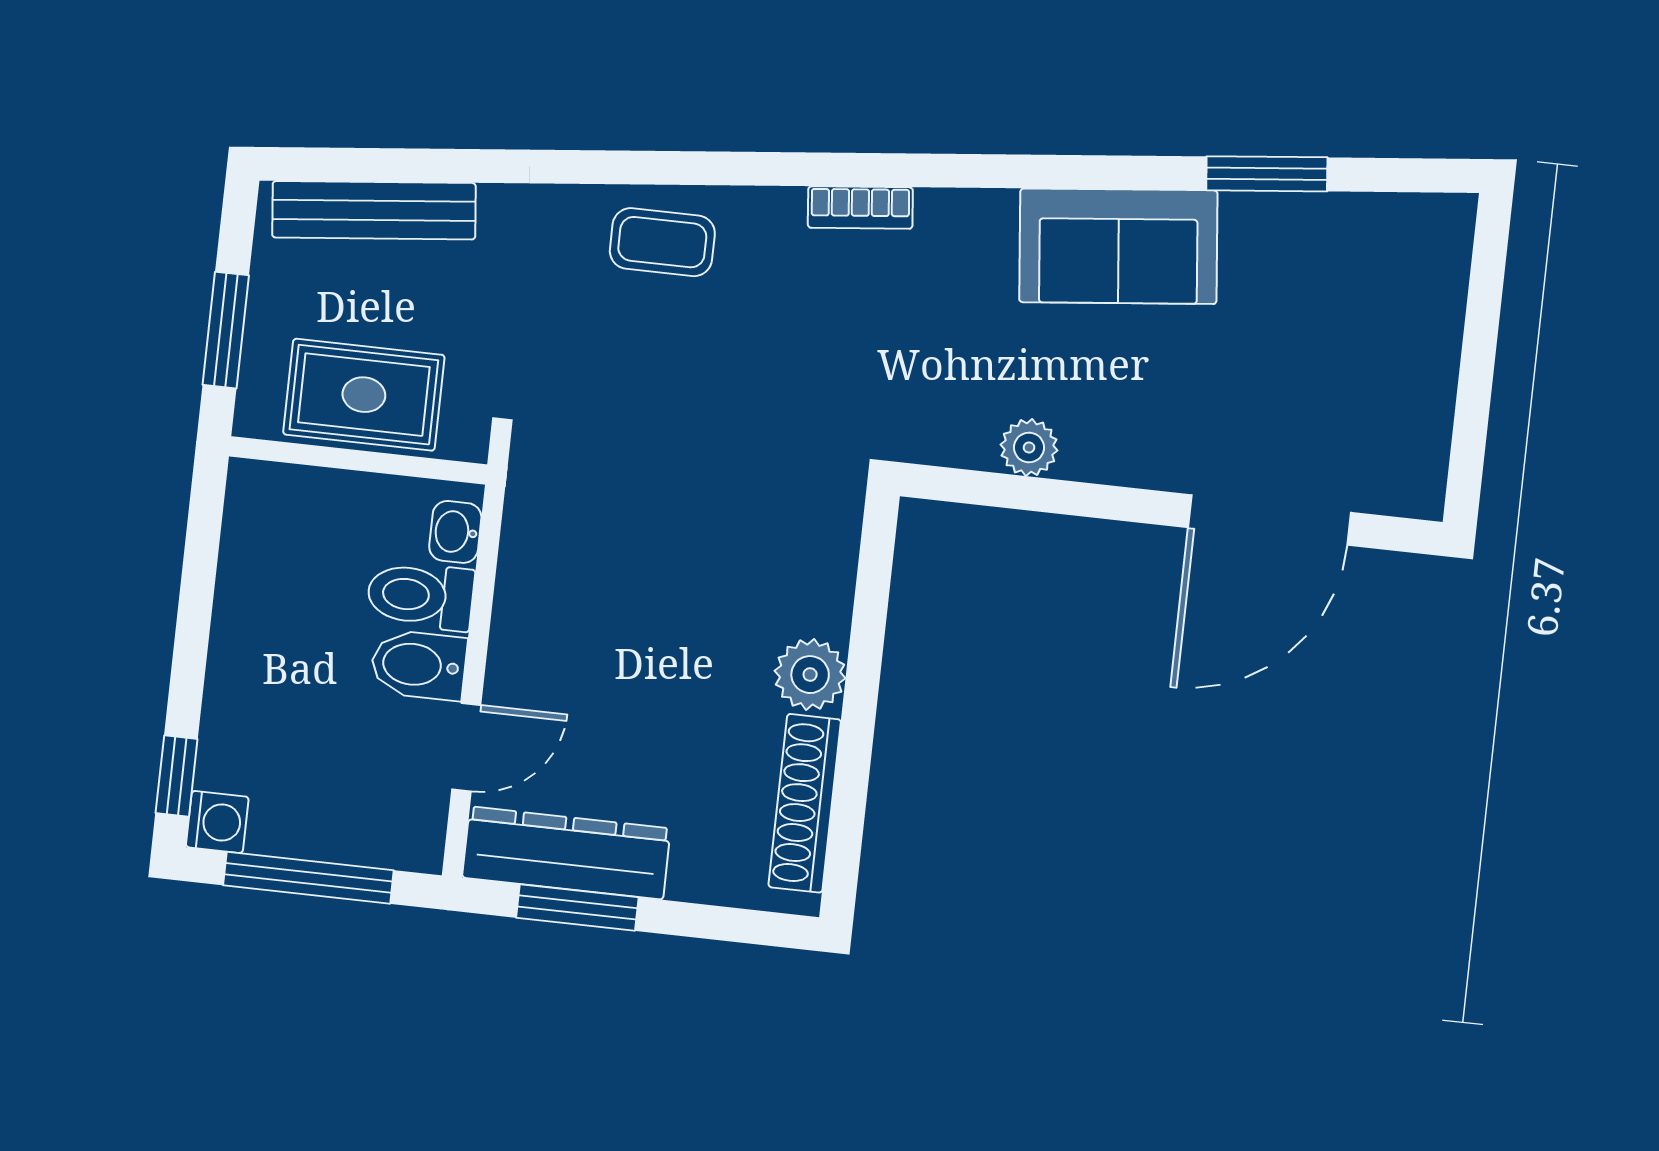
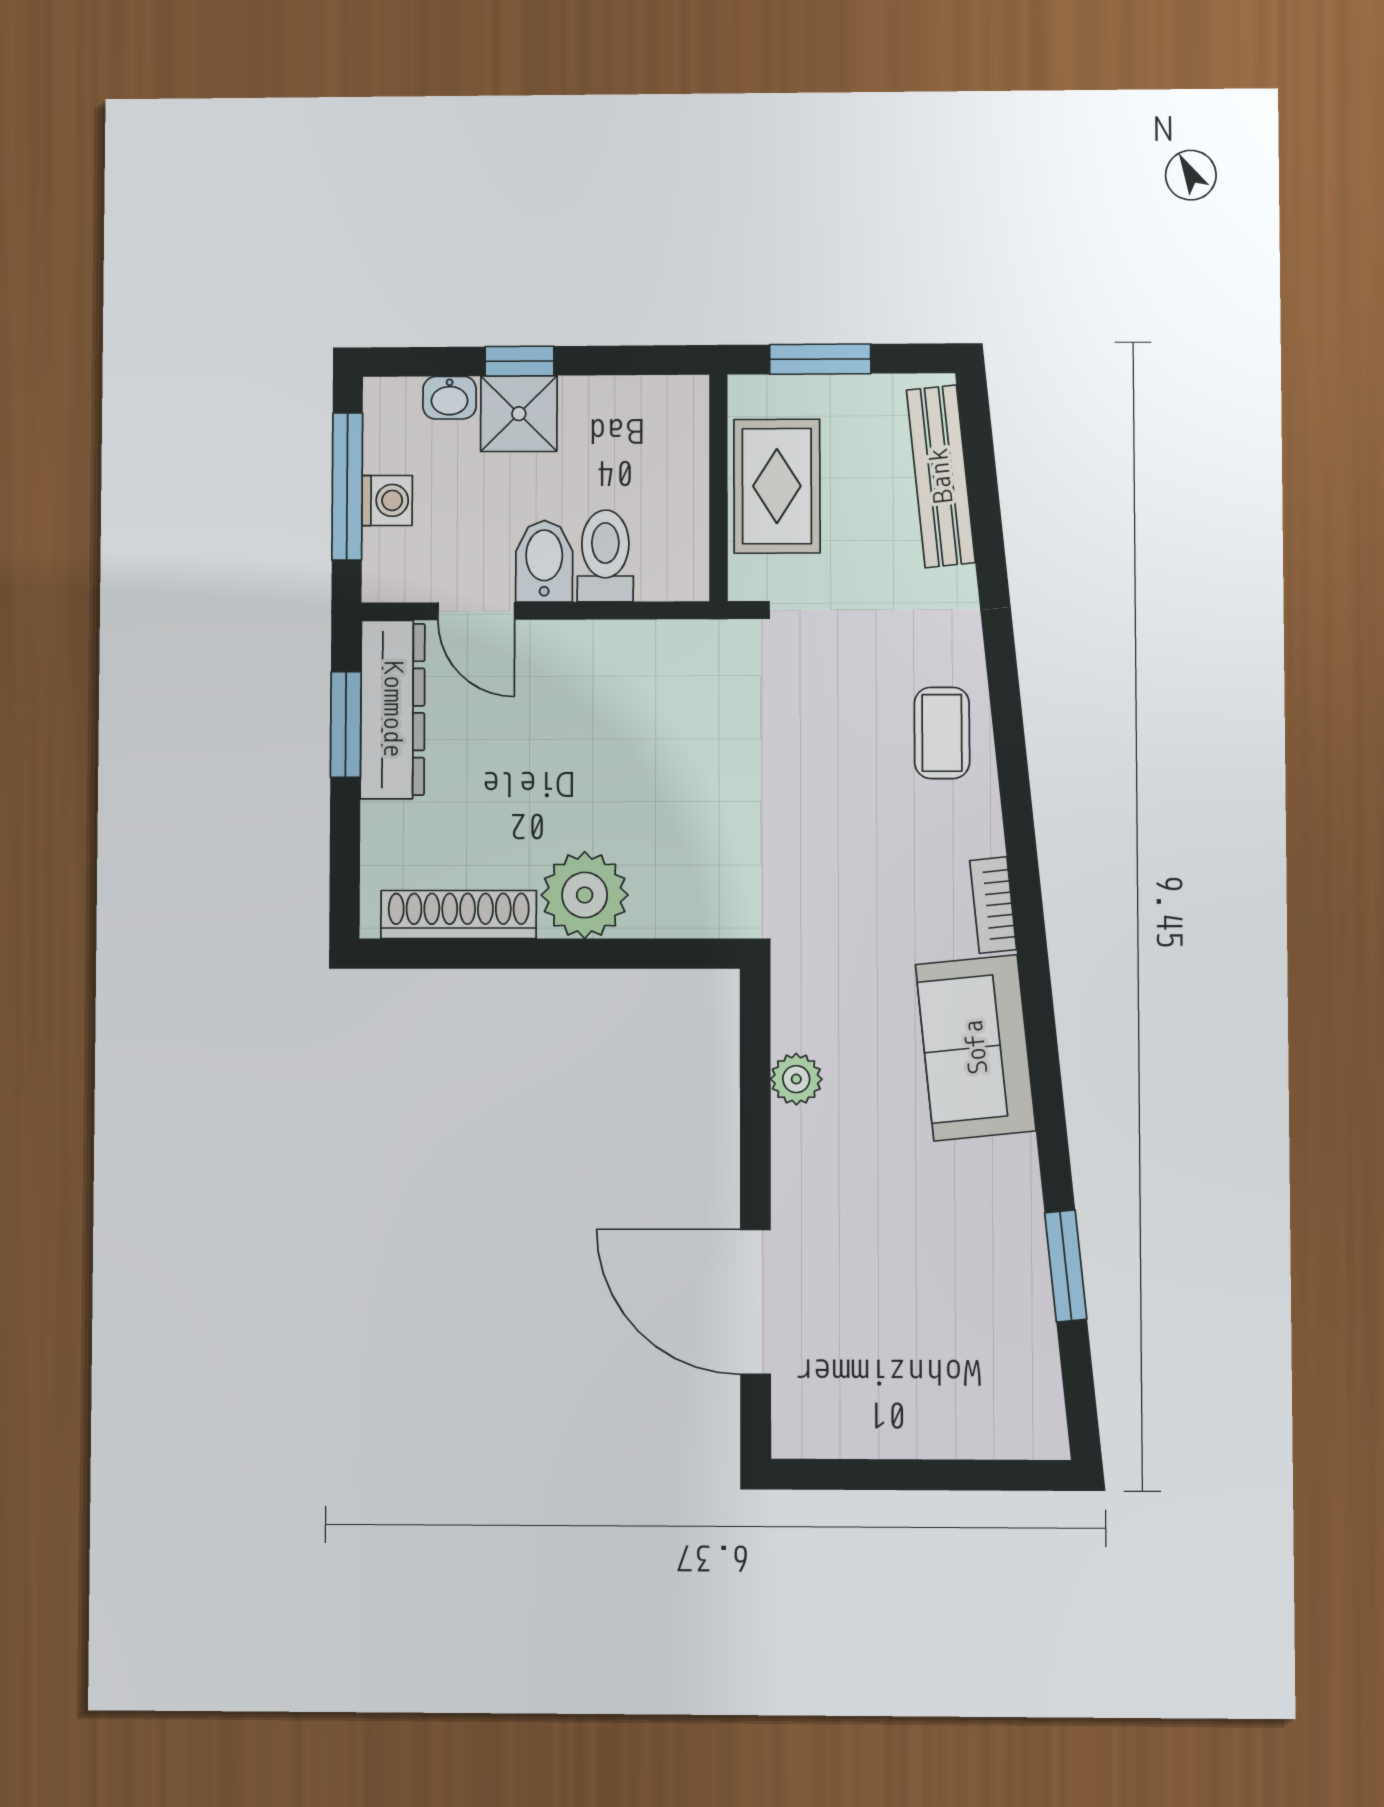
sofa: (1118, 246) -> (976, 1048), moved
washbasin: (455, 532) -> (450, 398), moved, turned 180
shower: (248, 675) -> (519, 414), added
plant: (810, 675) -> (585, 895), width x1.36, depth x1.36
window: (177, 776) -> (519, 361), moved
washing machine: (217, 822) -> (387, 500), moved, turned -90

